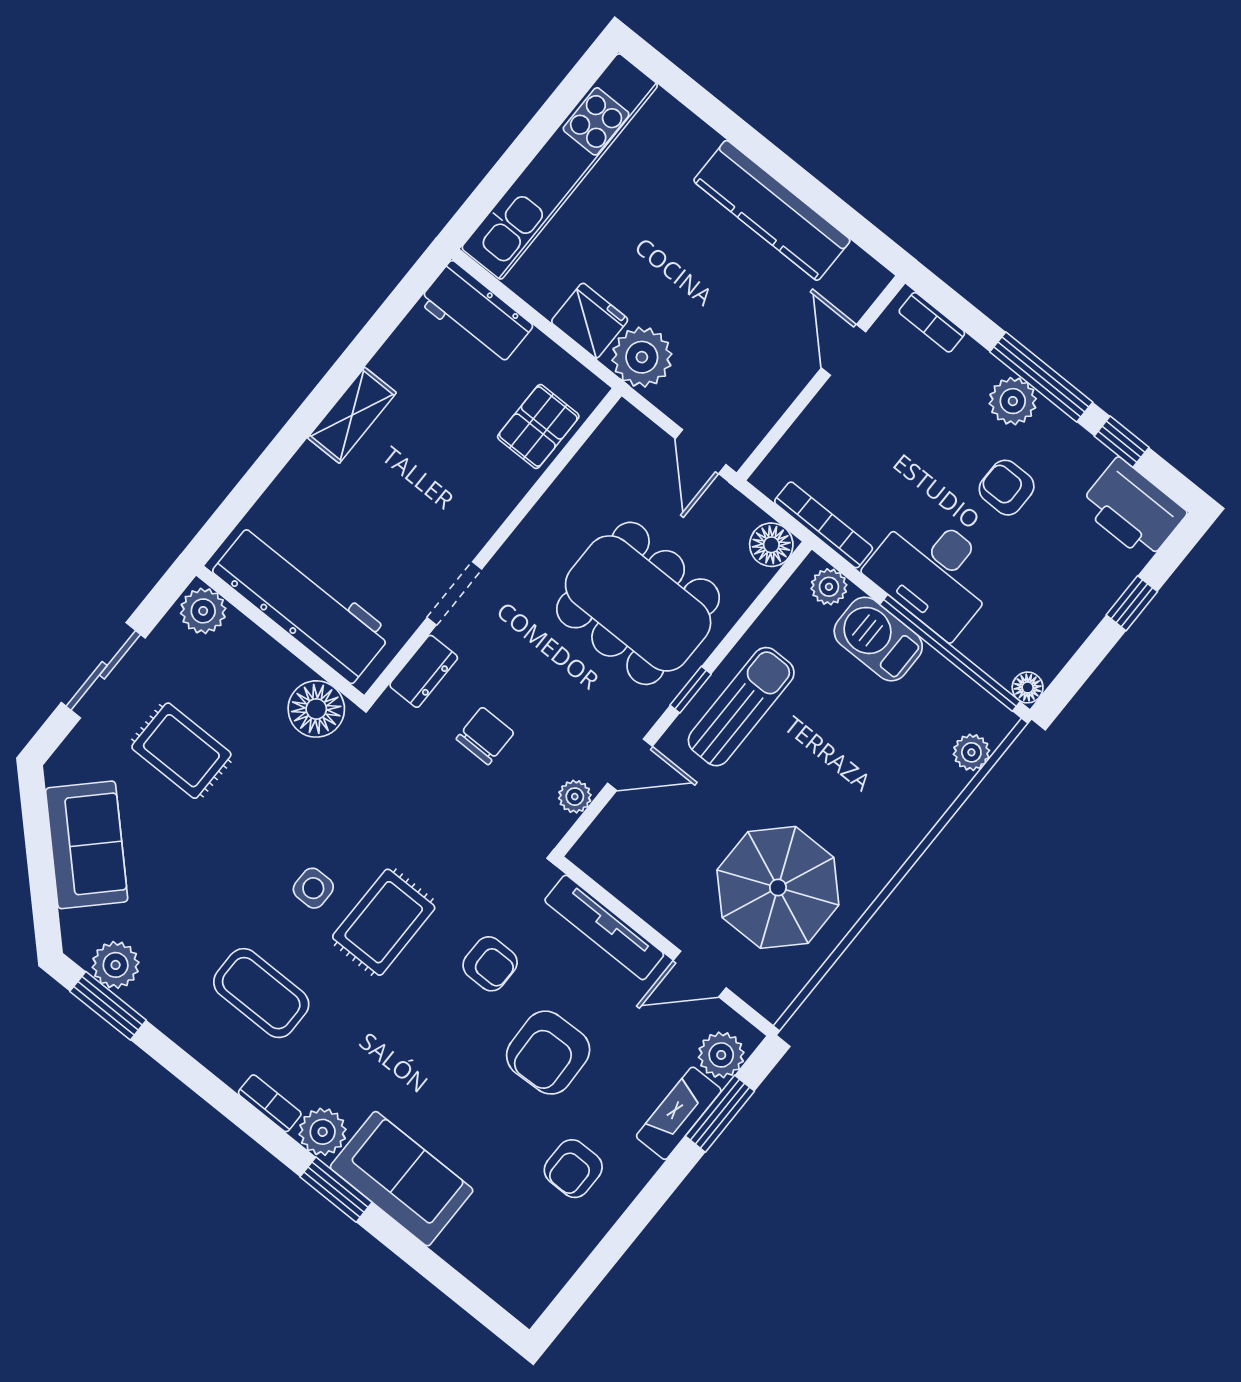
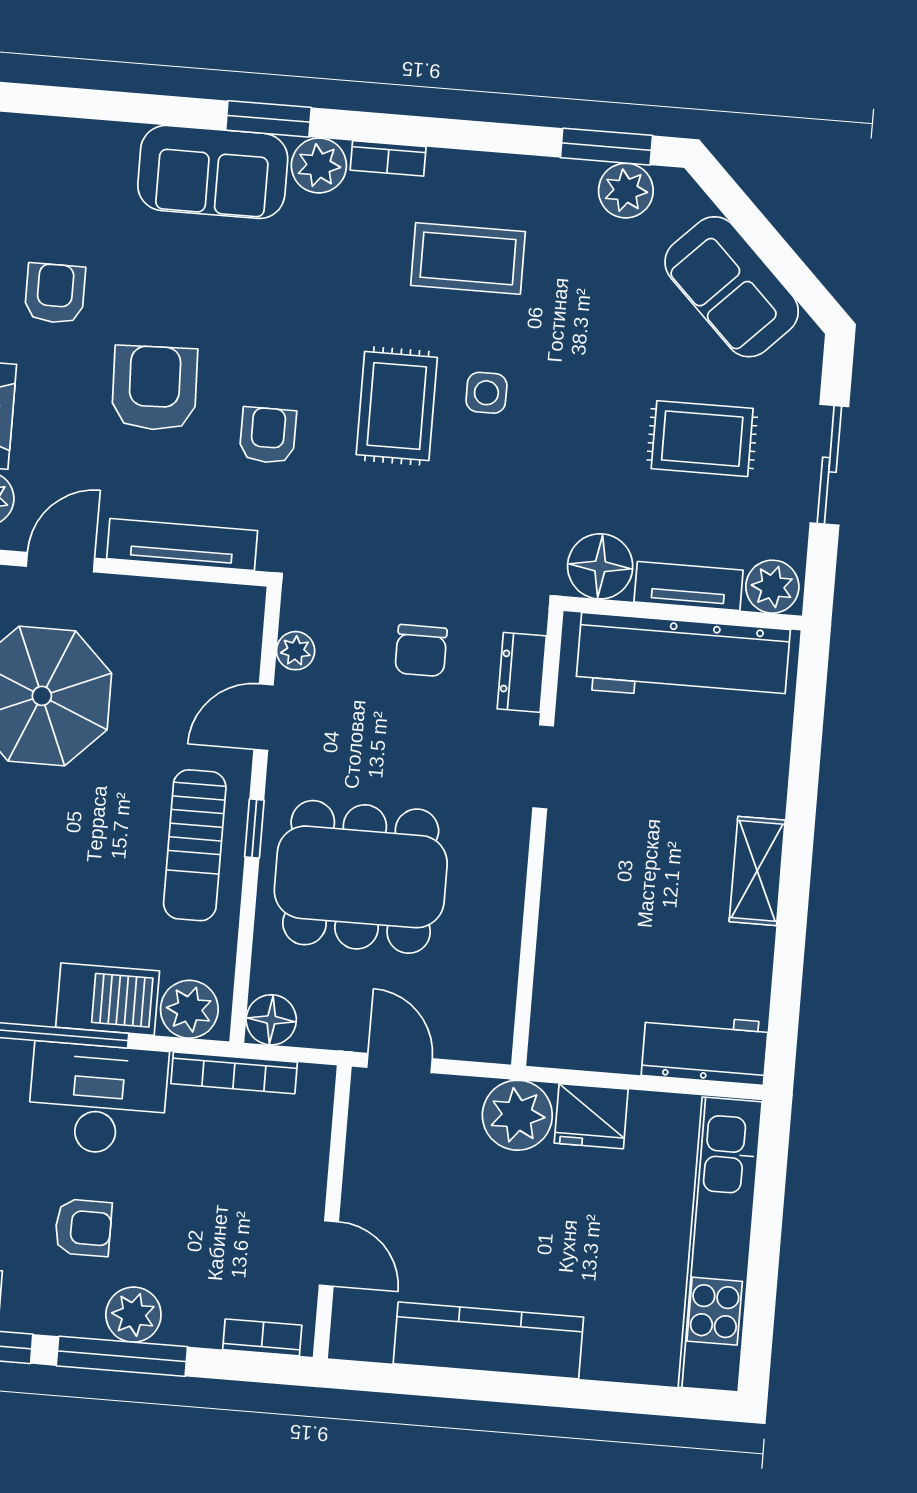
pallet: (538, 427) -> (571, 981), removed
plant: (829, 587) -> (189, 1009), width x1.38, depth x1.38
tv unit: (263, 652) -> (689, 586), added
armchair: (490, 964) -> (268, 435), turned 90

